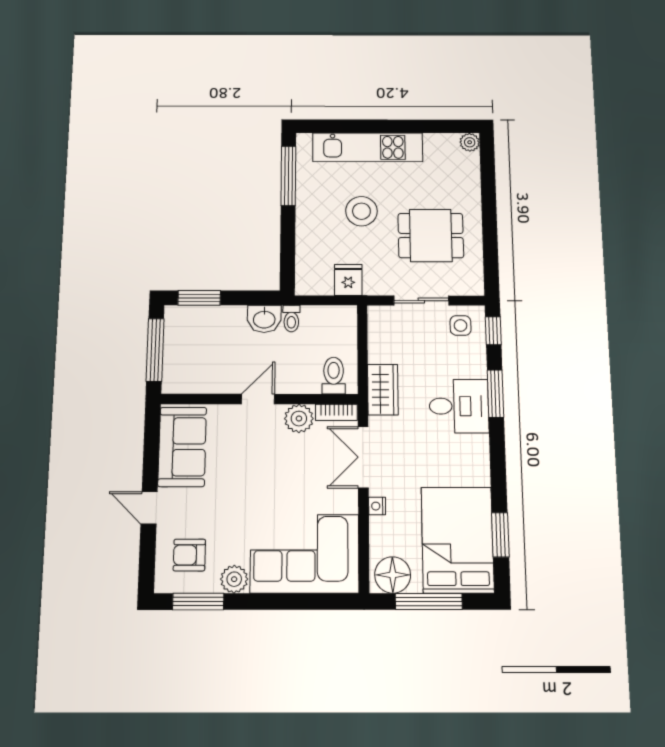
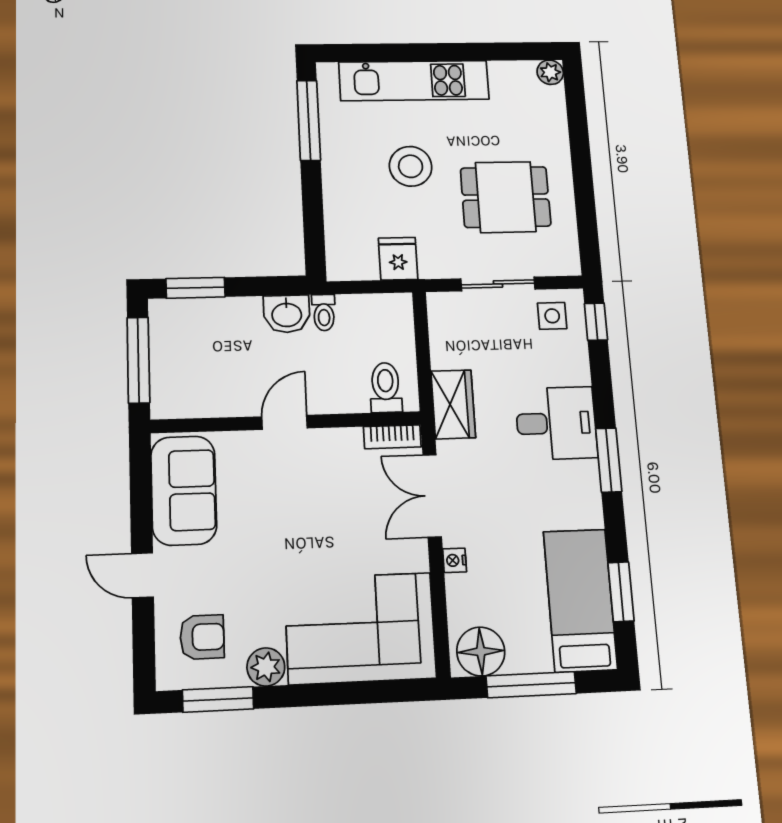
window: (495, 394) -> (609, 460), moved
plant: (299, 419) -> (342, 447), removed
bed: (457, 540) -> (580, 600), width x0.67
armchair: (189, 555) -> (202, 637), turned 180

